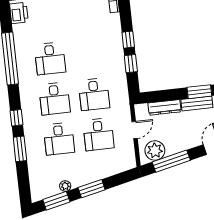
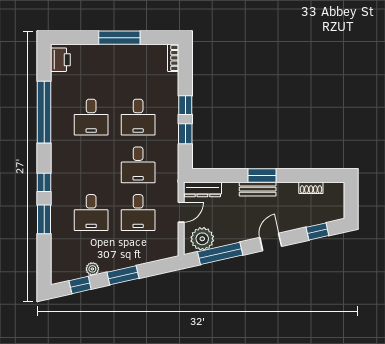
desk: (55, 99) -> (138, 117), moved
dresser: (164, 107) -> (202, 189), moved
window: (56, 201) -> (80, 285), width x0.67

